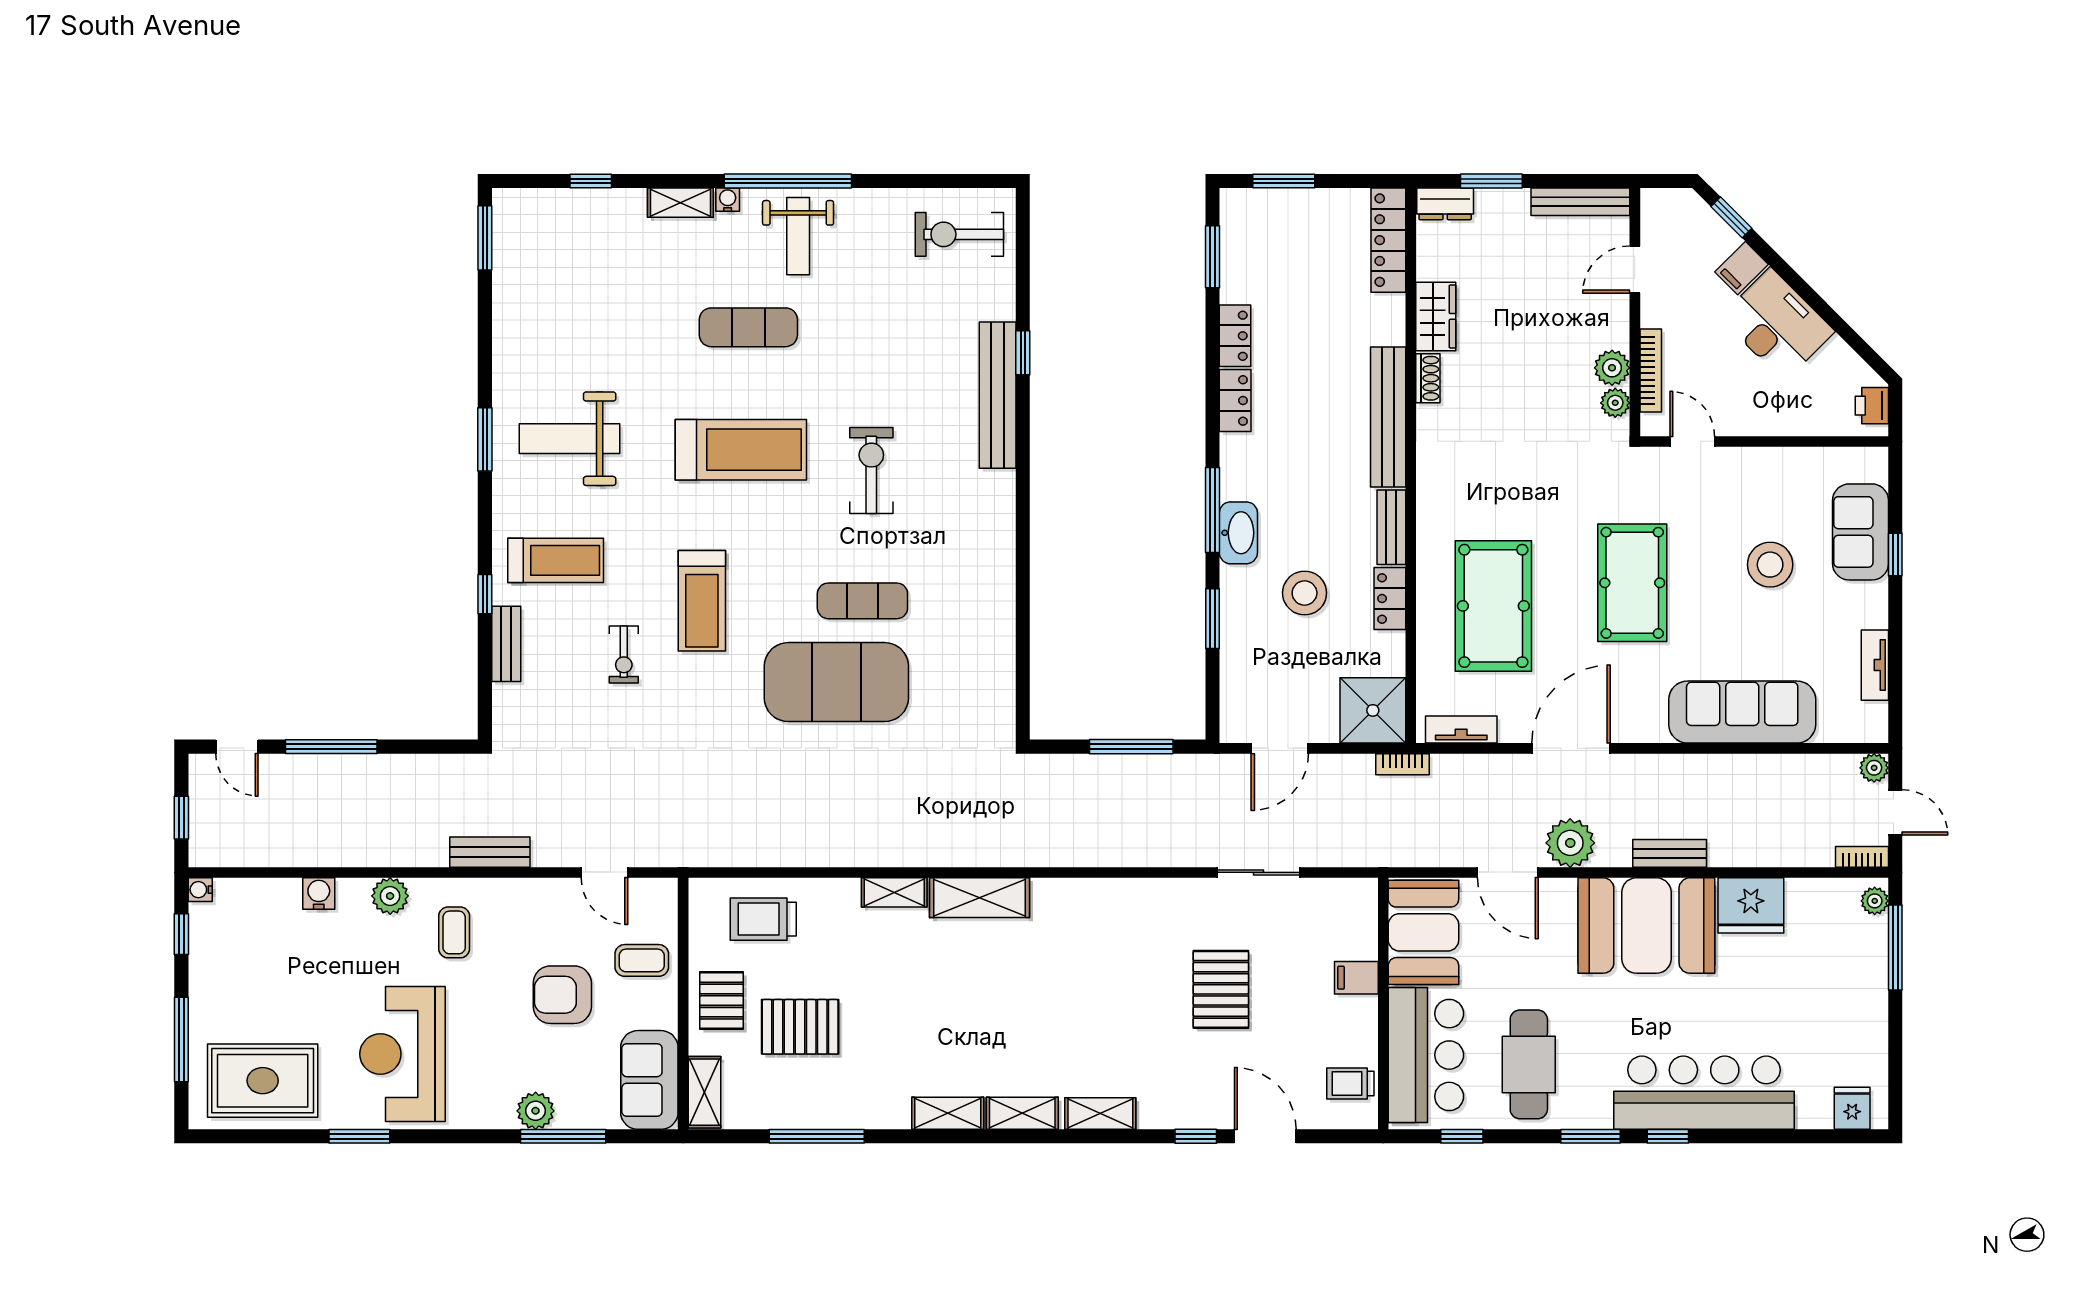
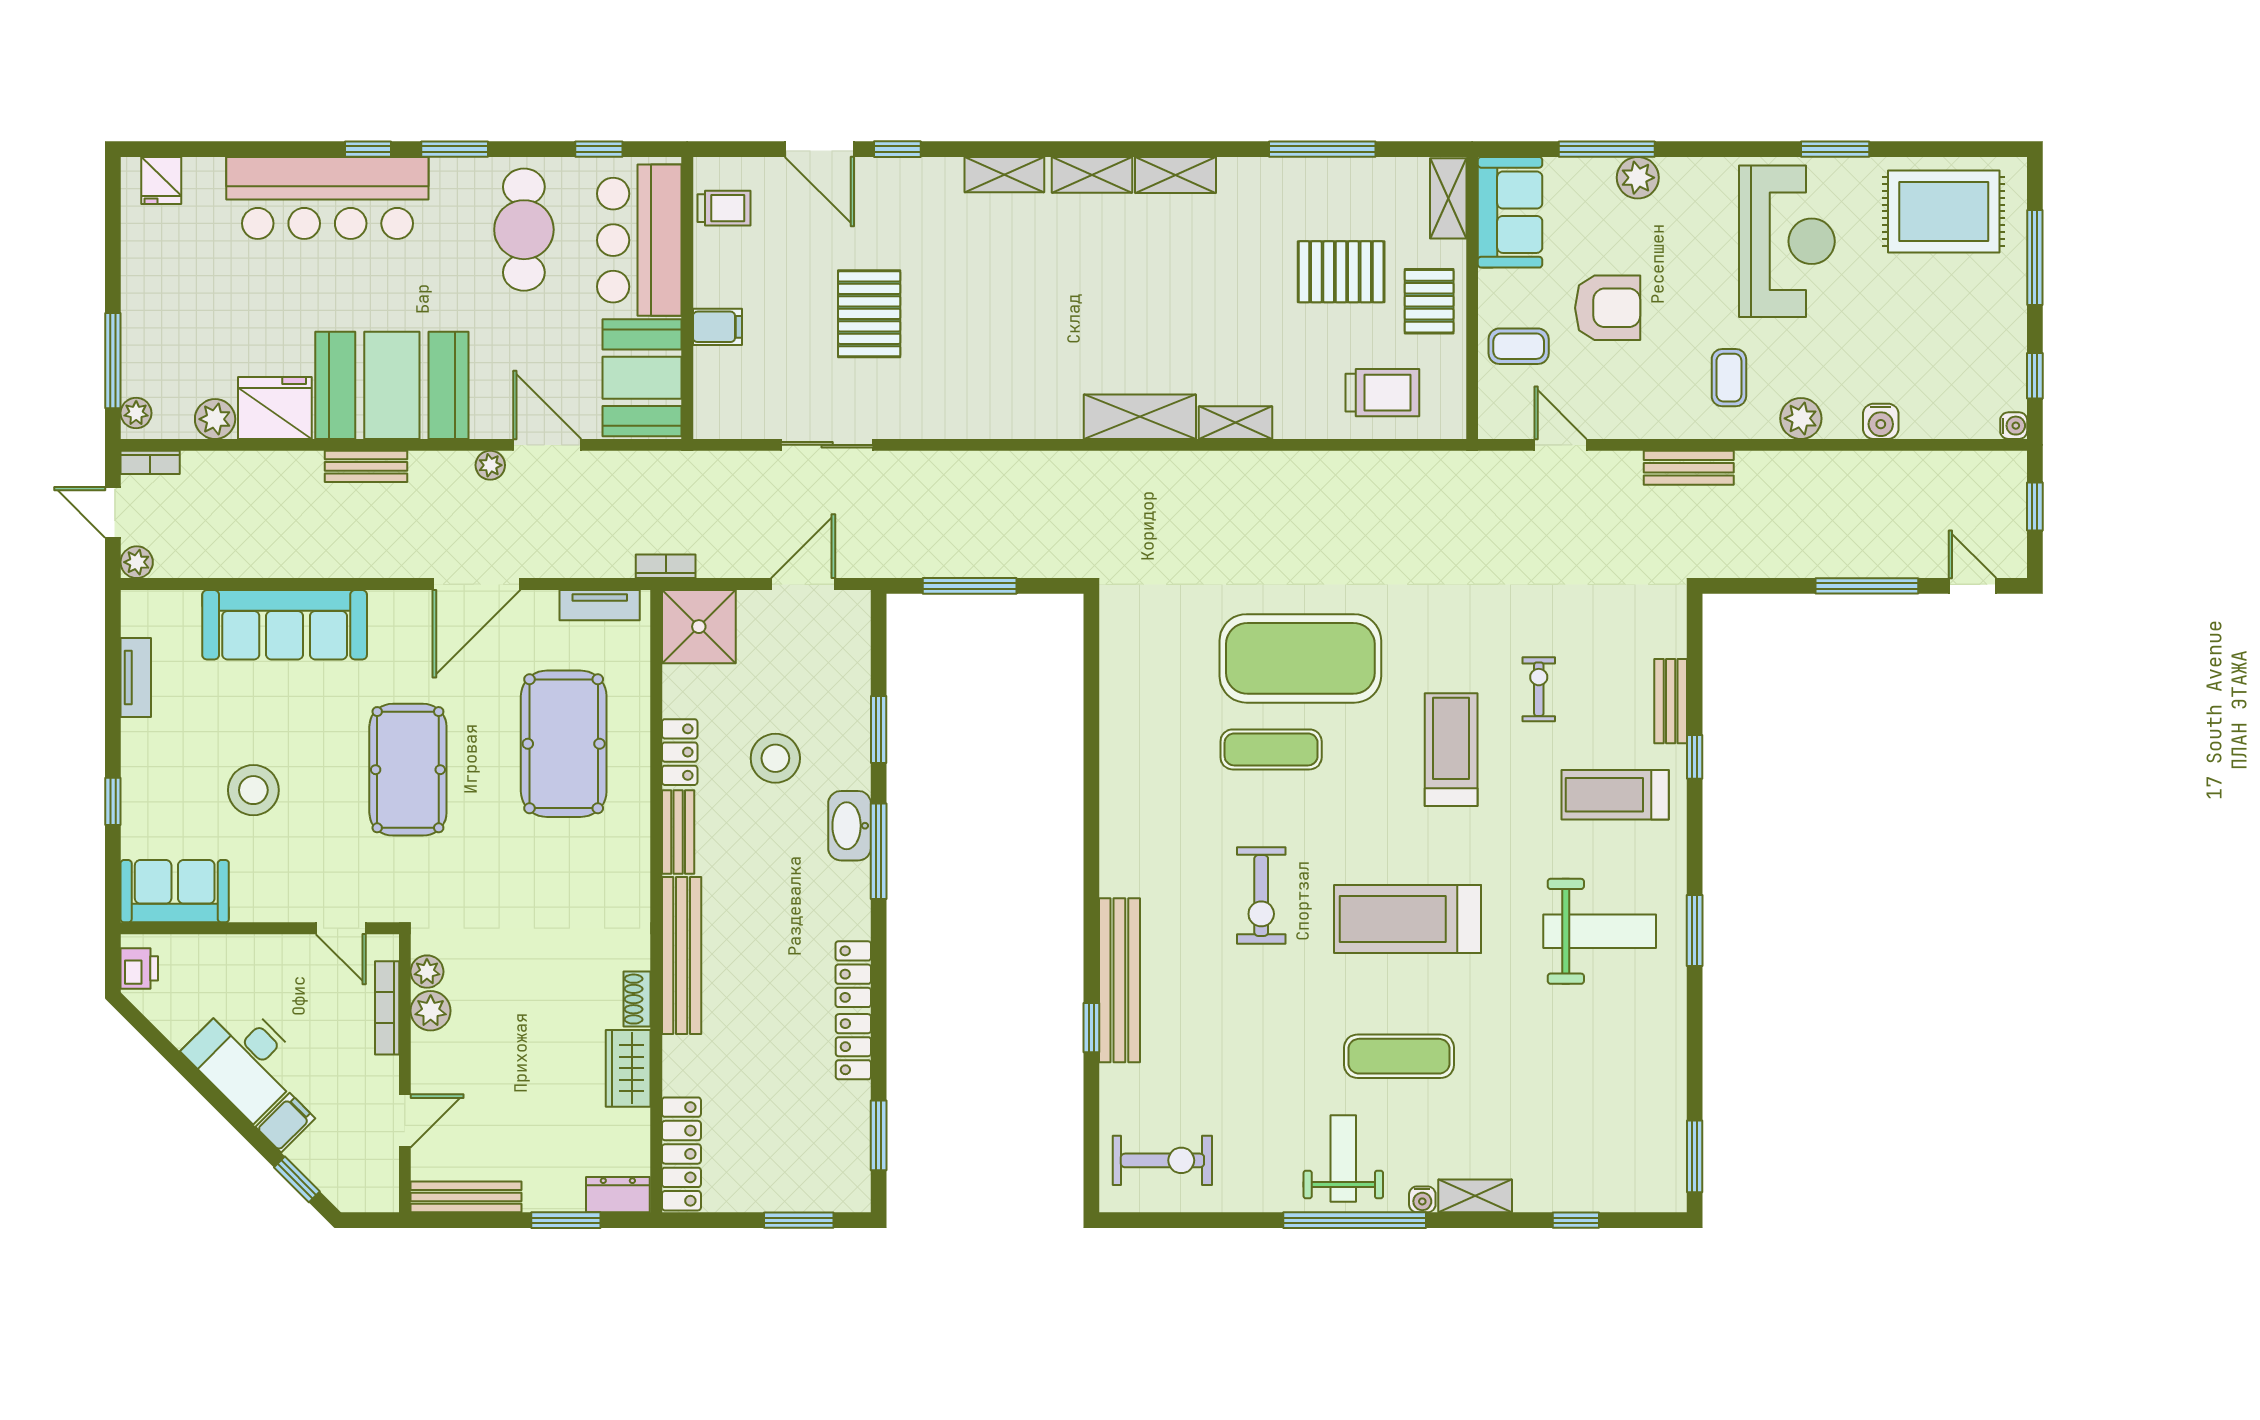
sofa: (1861, 532) -> (175, 891), moved, turned -90
plant: (1570, 843) -> (490, 465), width x0.53, depth x0.53
plant: (1804, 896) -> (215, 419), added

